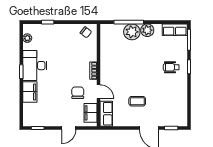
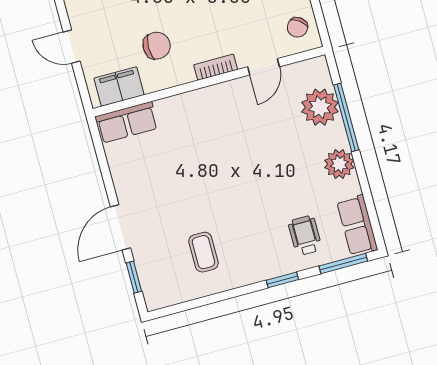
plant: (132, 32) -> (320, 107), moved
wheelchair: (171, 67) -> (305, 235), moved
door: (98, 92) -> (264, 67), moved
coffee table: (137, 101) -> (203, 252), moved

